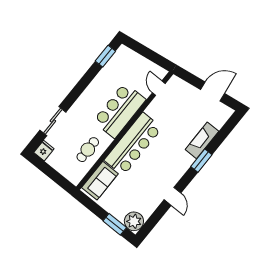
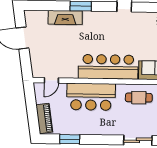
window: (105, 56) -> (70, 139), moved
piano: (132, 57) -> (44, 118), added

